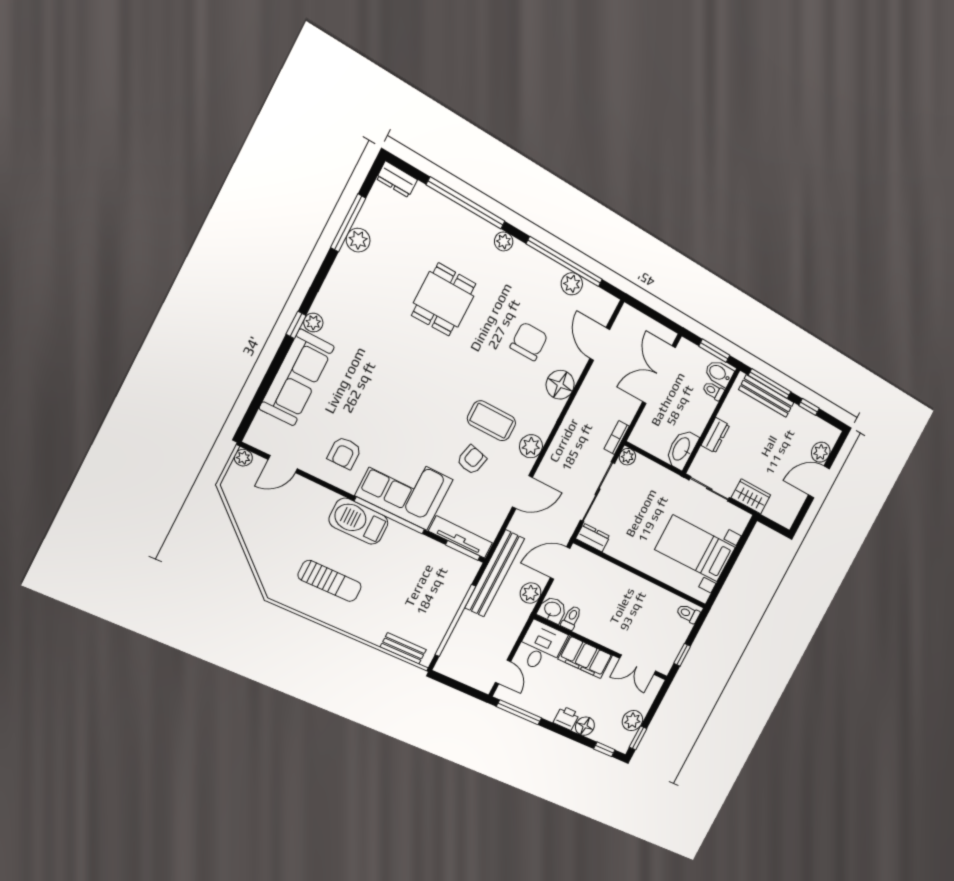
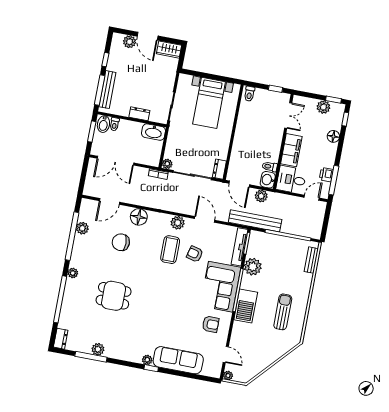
wardrobe: (751, 496) -> (169, 50), moved, turned -90
plant: (421, 550) -> (253, 267), added
printer: (566, 718) -> (326, 175), moved

